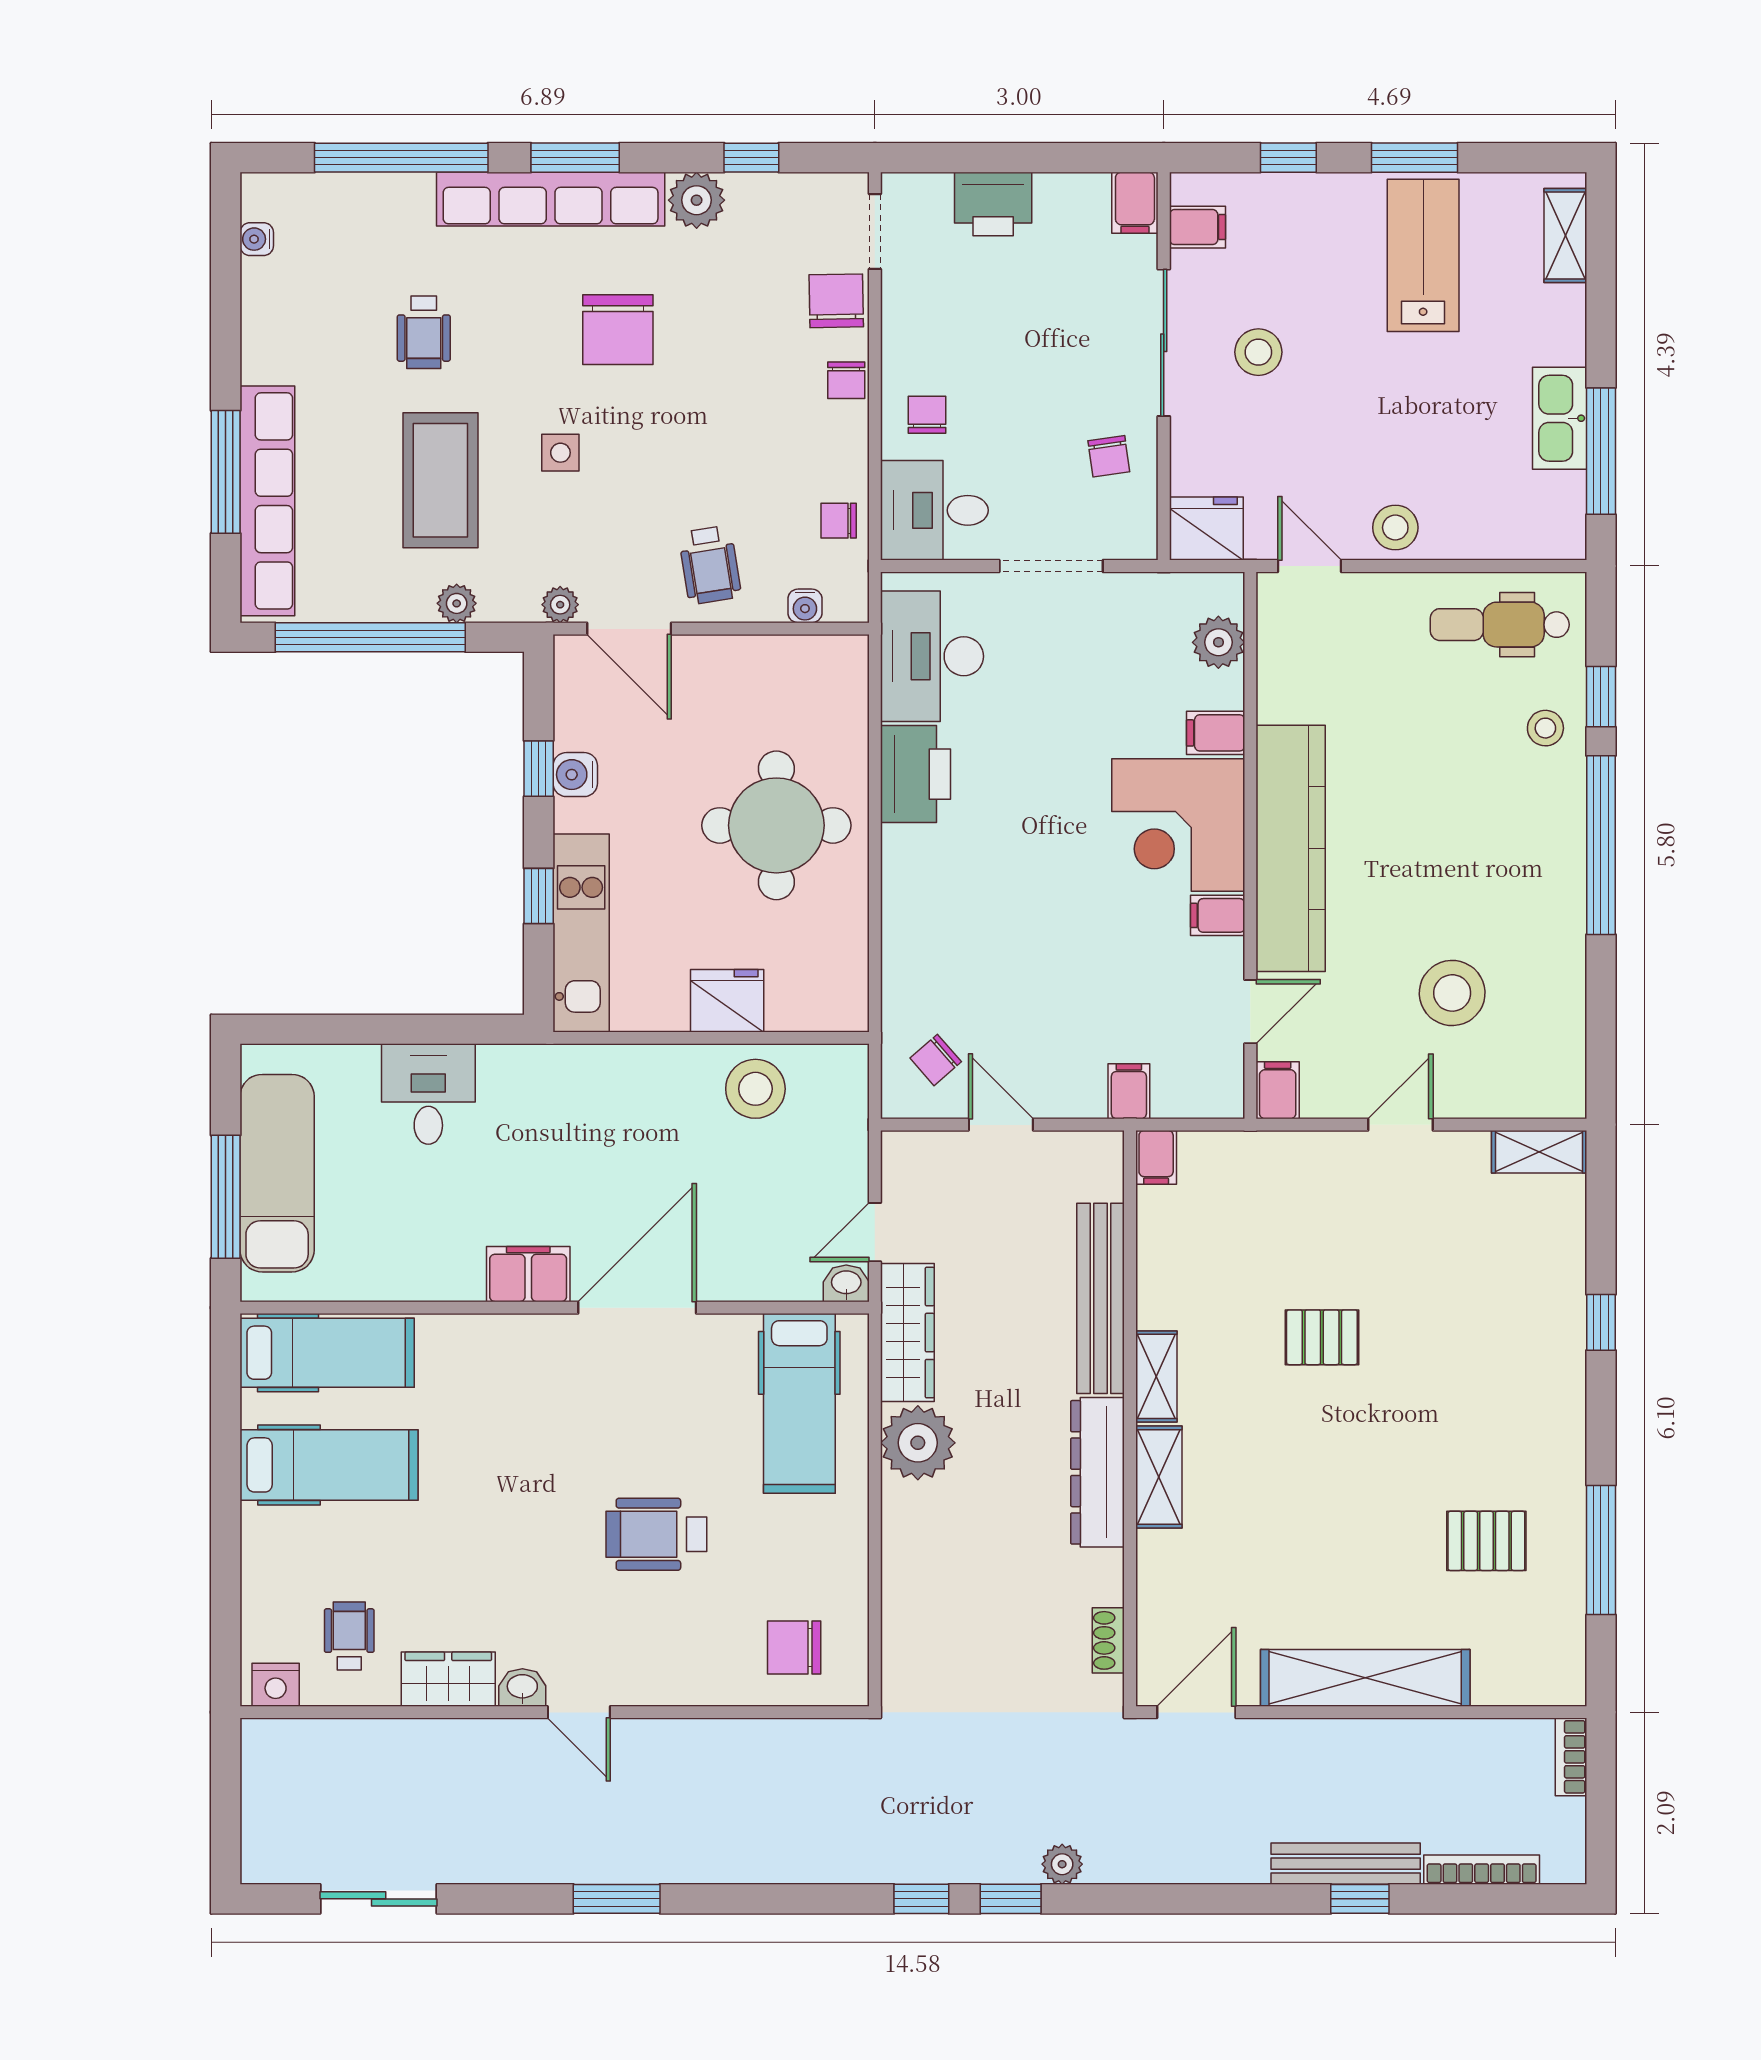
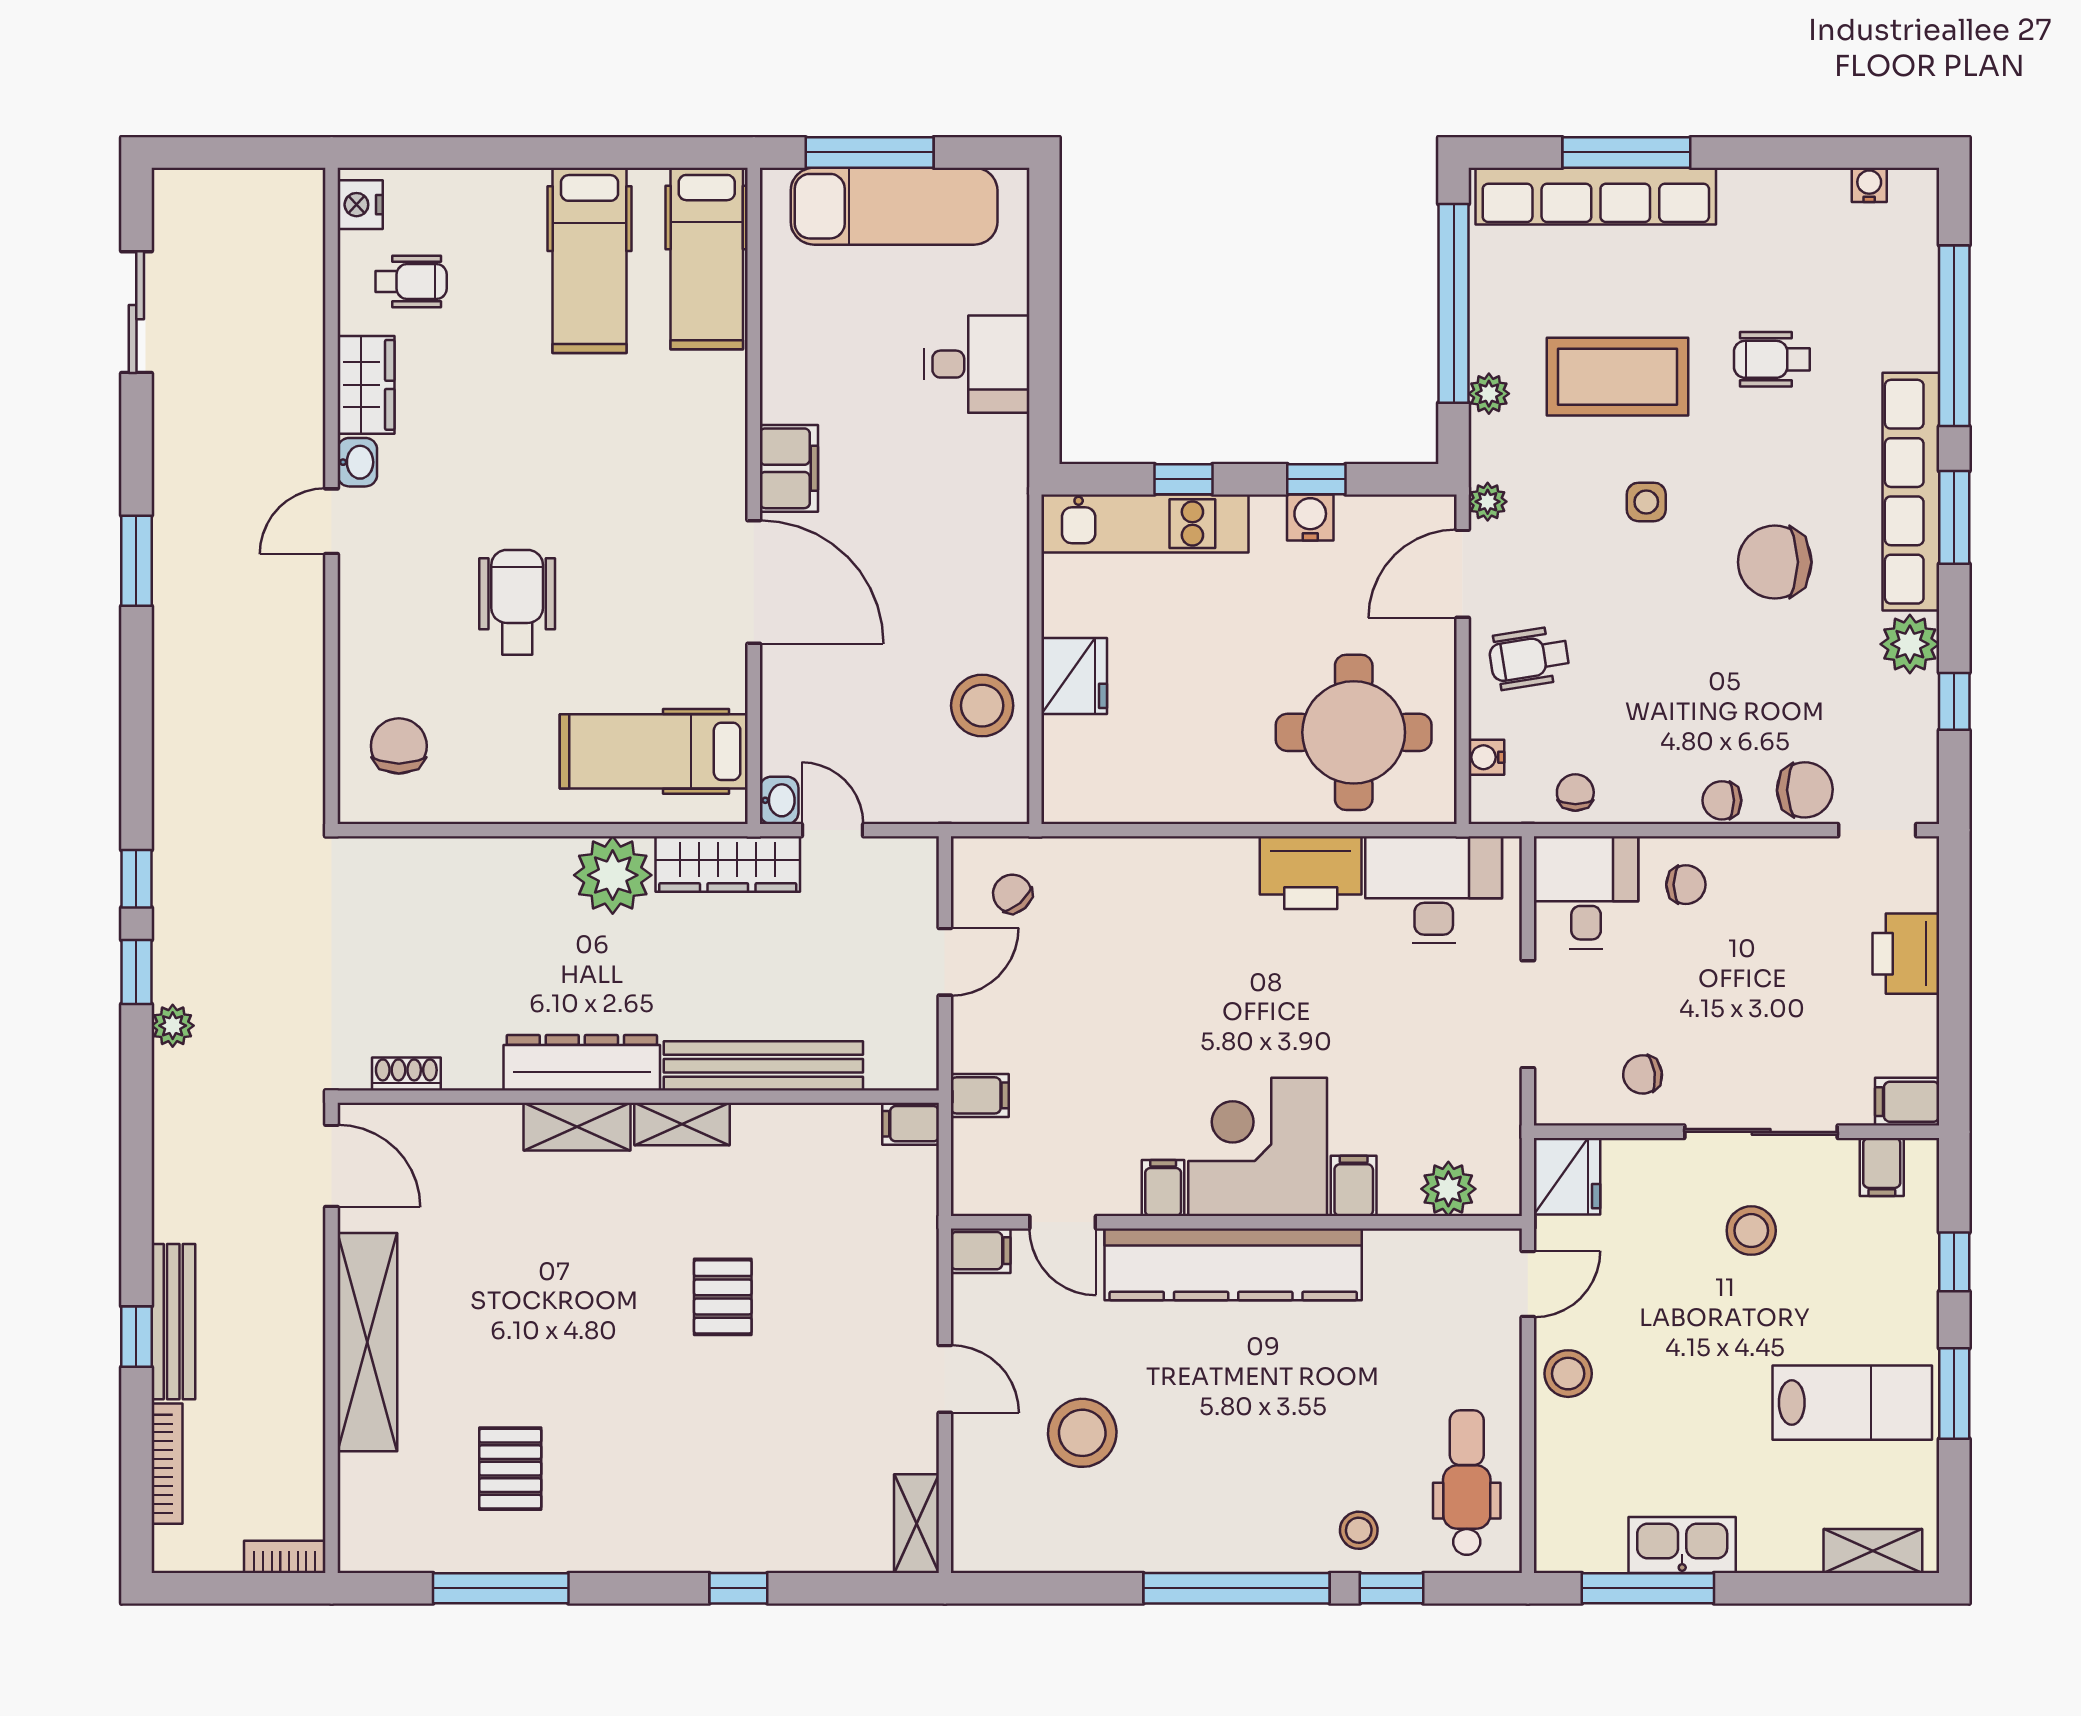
round table: (776, 825) -> (1354, 732), moved

